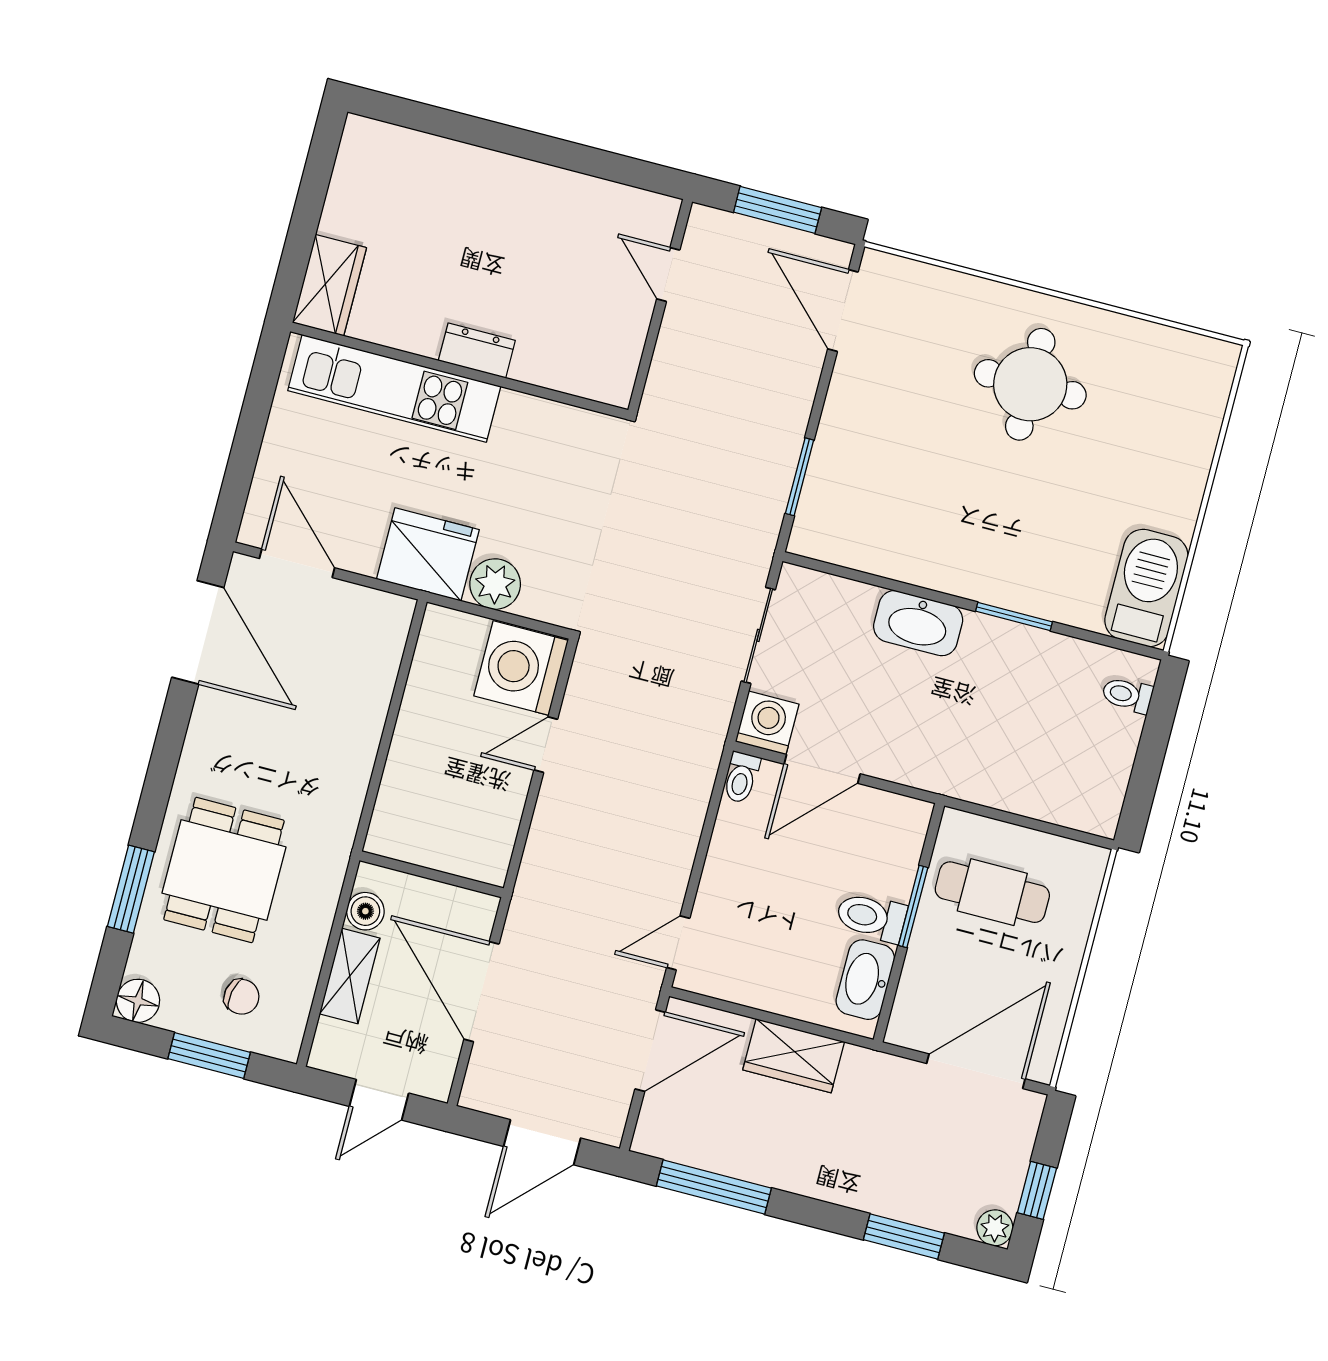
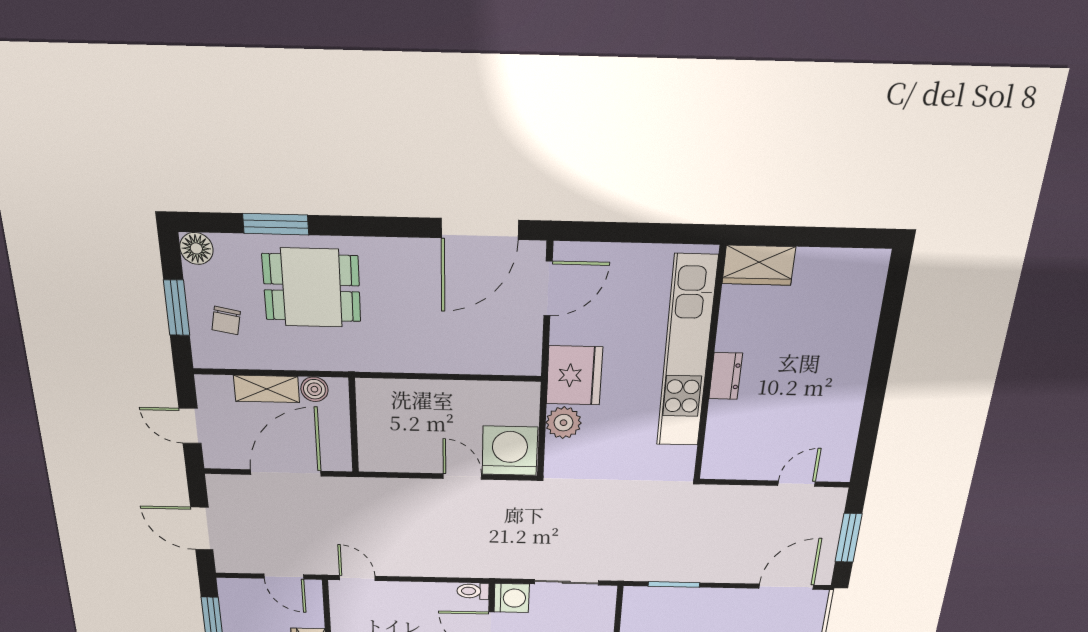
kitchen unit: (394, 388) -> (687, 353), width x1.36
door: (650, 1051) -> (284, 577), width x0.73

